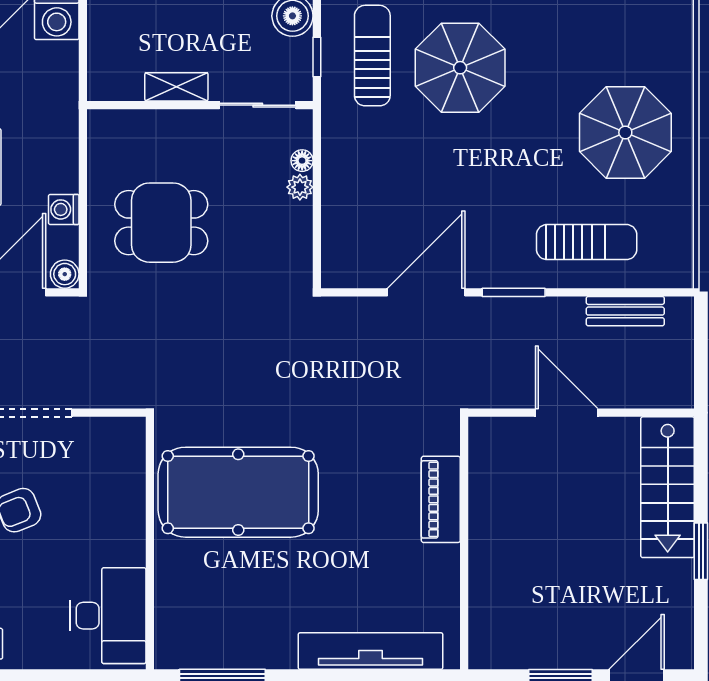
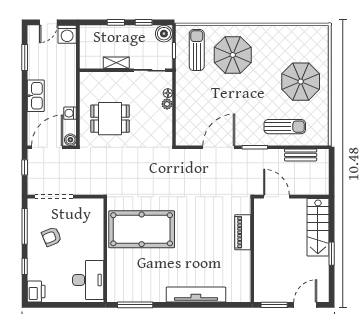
piano: (441, 499) -> (243, 232), moved
wall: (464, 543) -> (252, 250), moved

